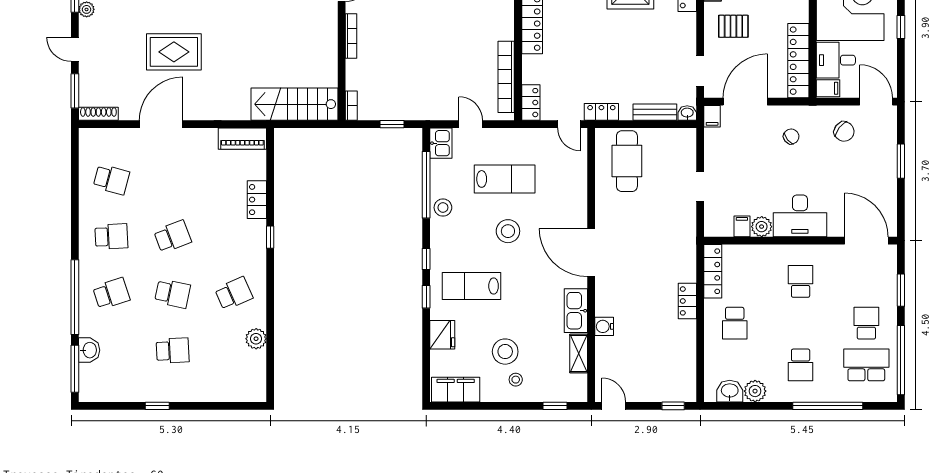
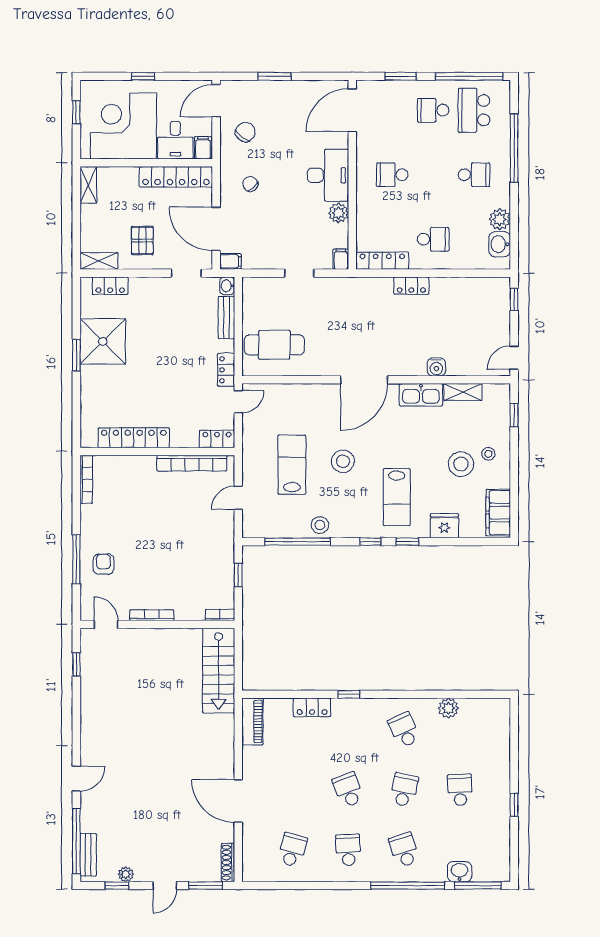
rug: (174, 52) -> (167, 789), removed
kitchen sink: (441, 143) -> (257, 527), removed
filing cabinet: (742, 226) -> (341, 259), moved, turned 90

